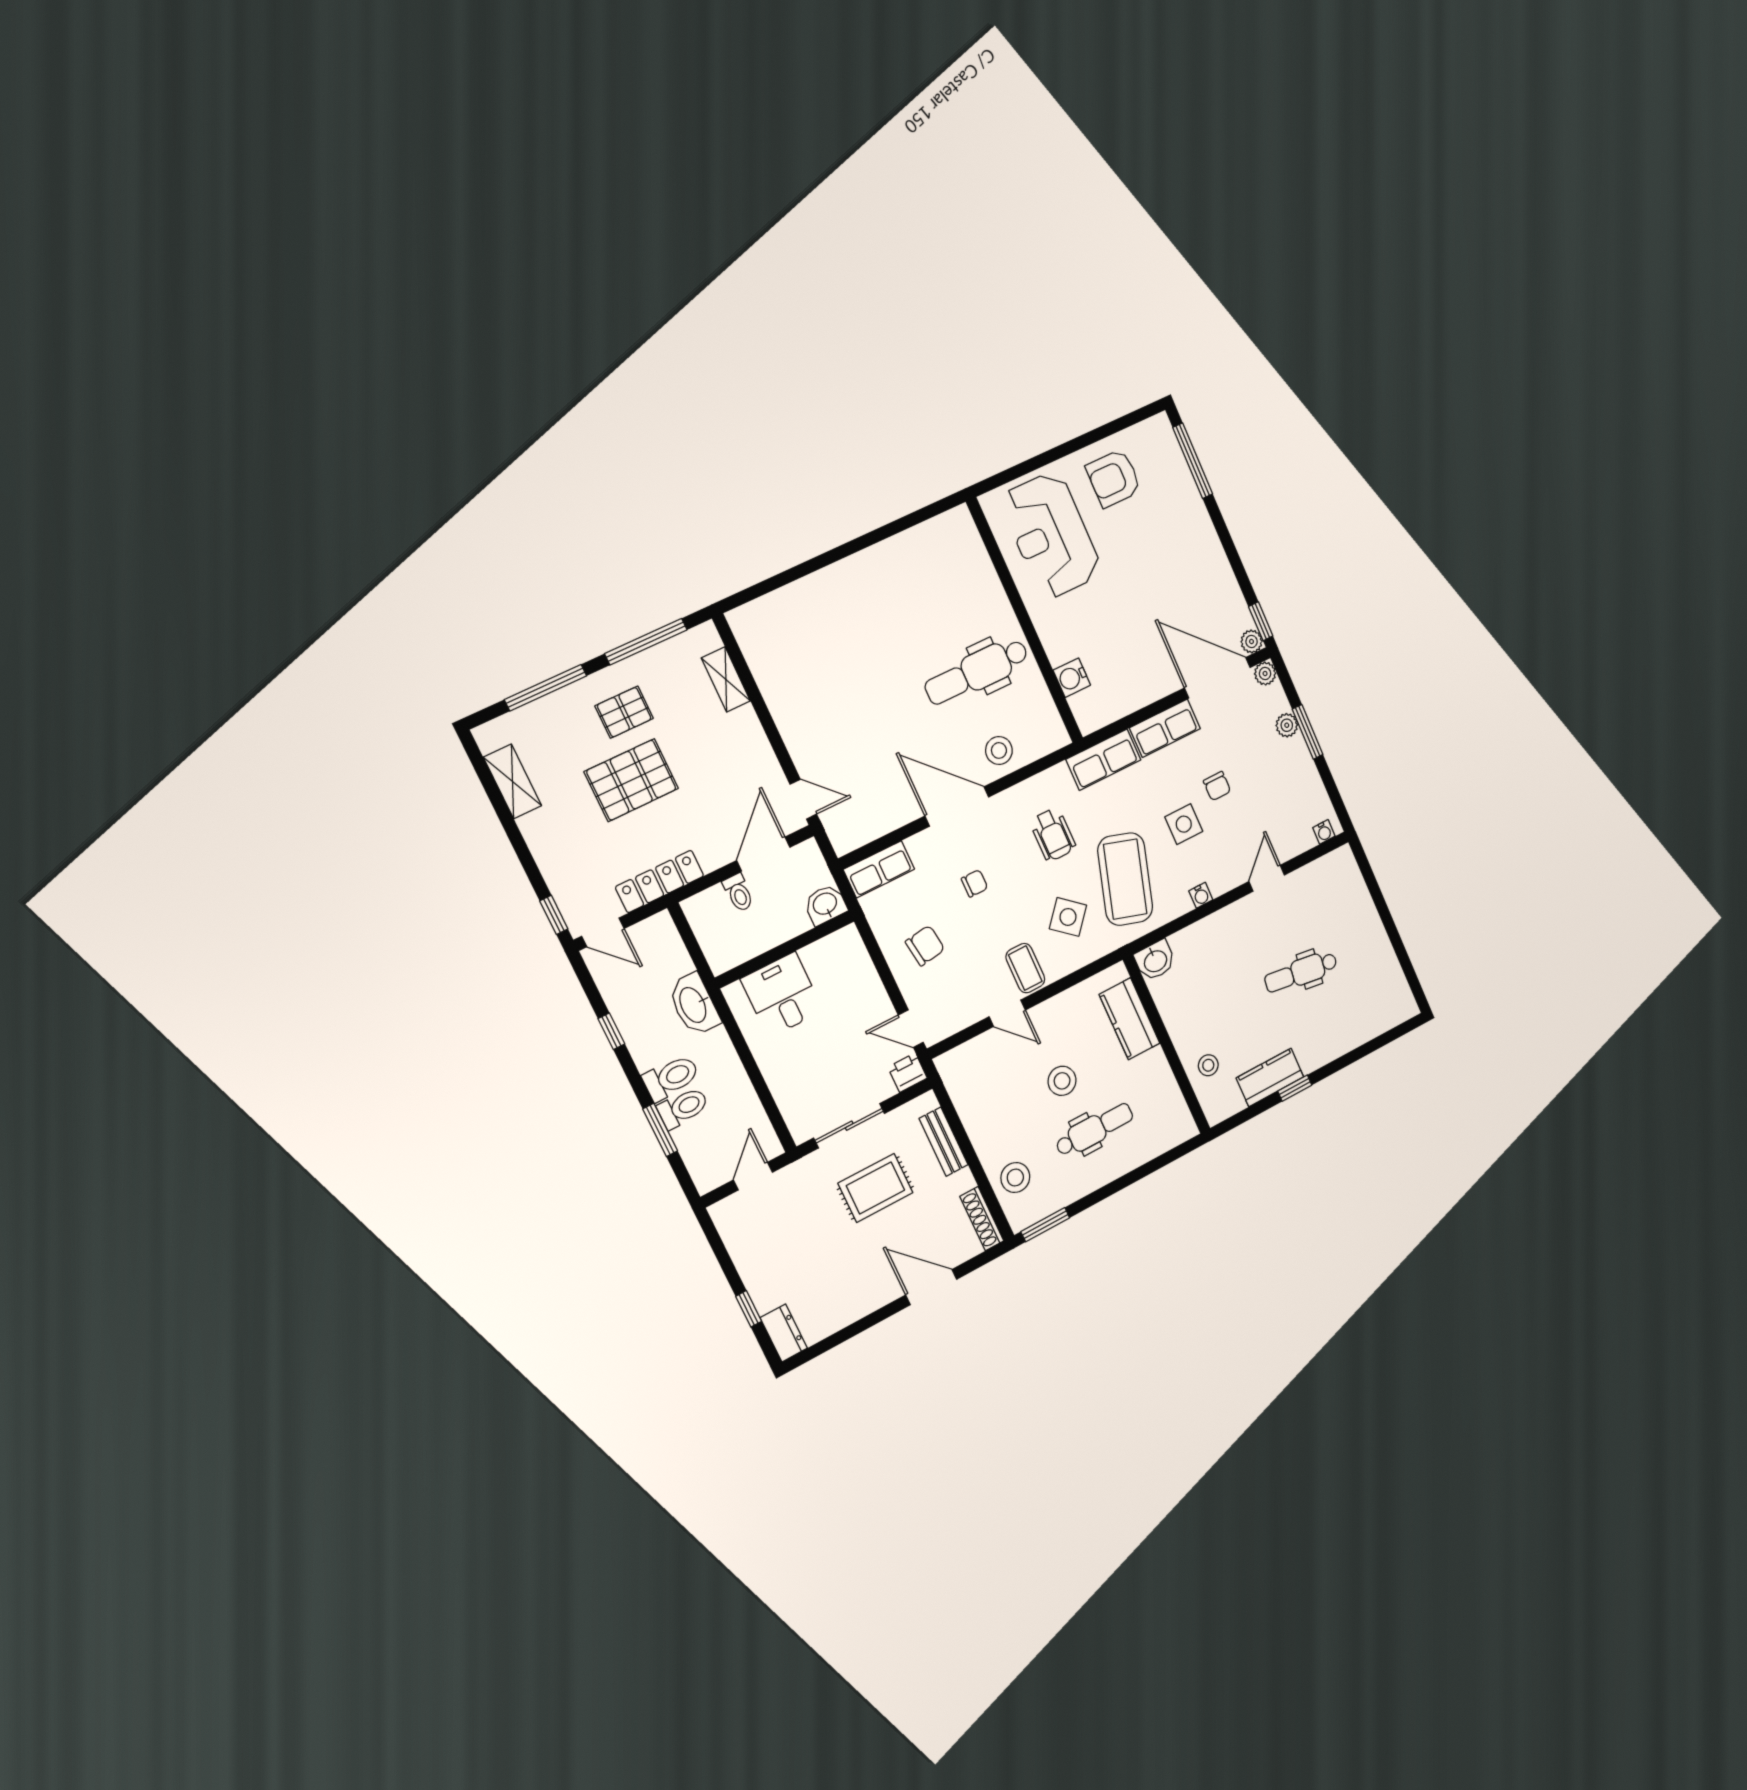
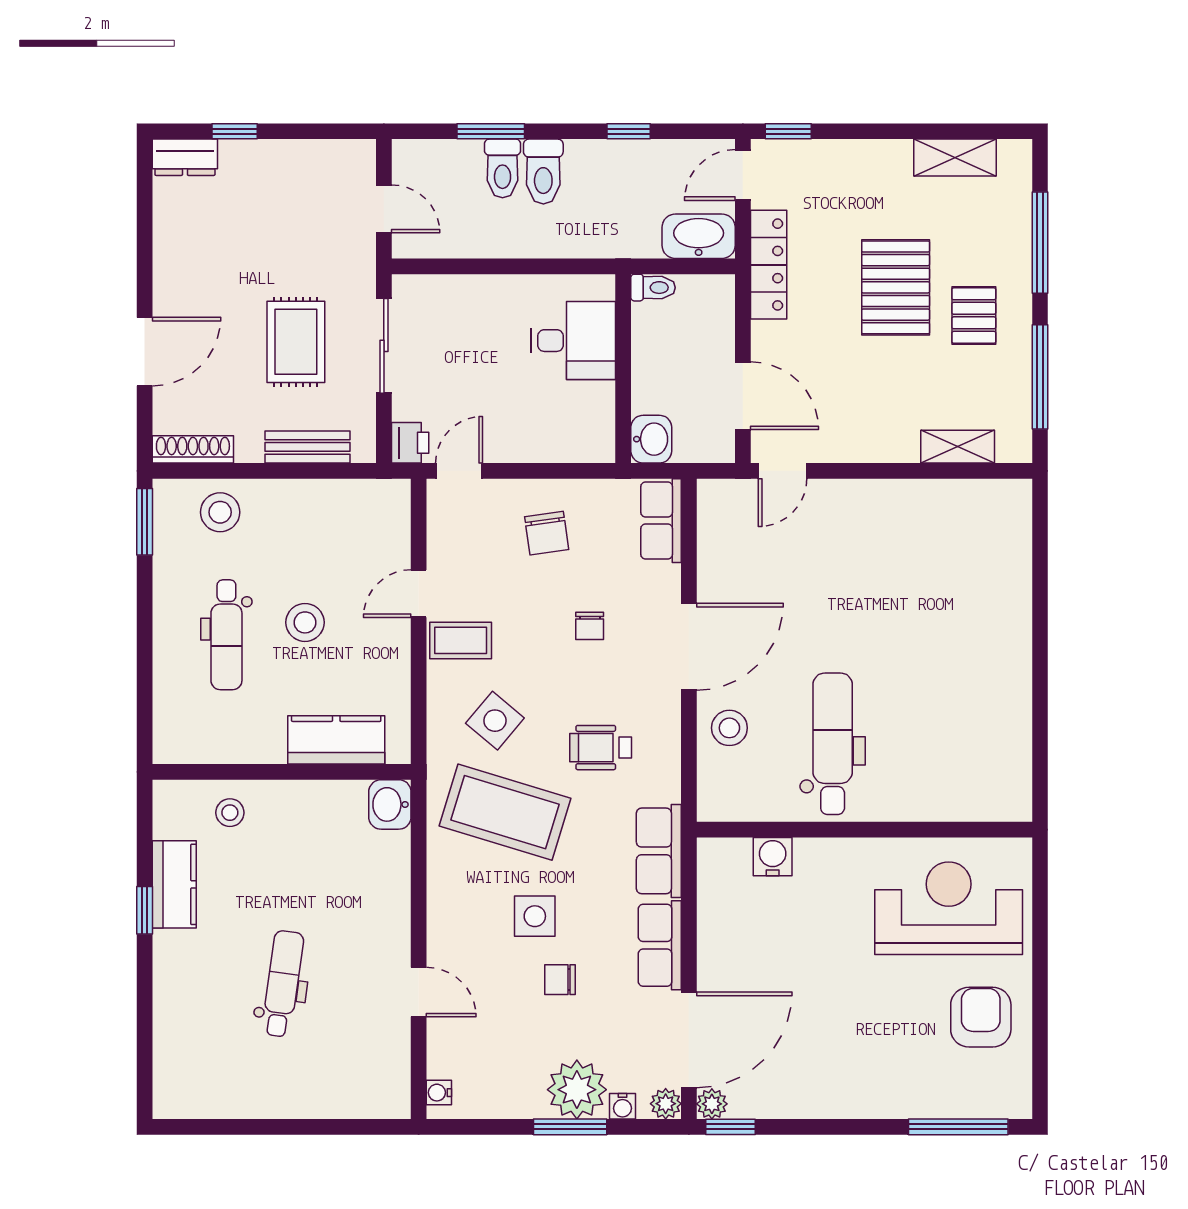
plant: (1287, 725) -> (577, 1090), width x1.88, depth x1.88
toilet: (738, 893) -> (653, 288), moved, turned 180
water cooler: (1201, 895) -> (622, 1106), moved, turned -90
washbasin: (694, 1005) -> (699, 236), moved

